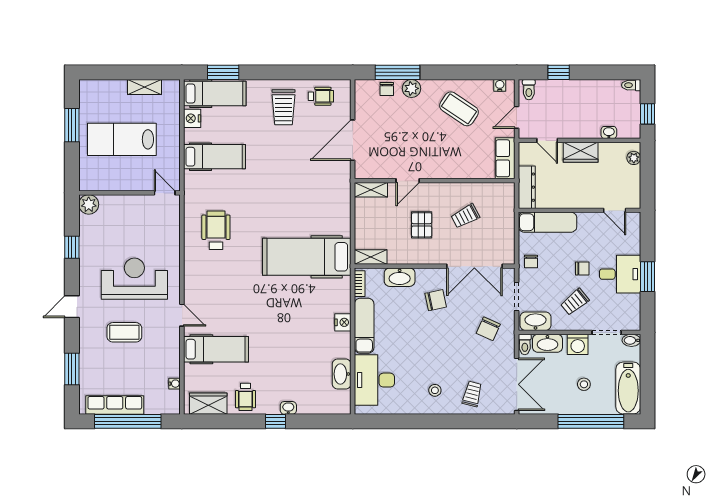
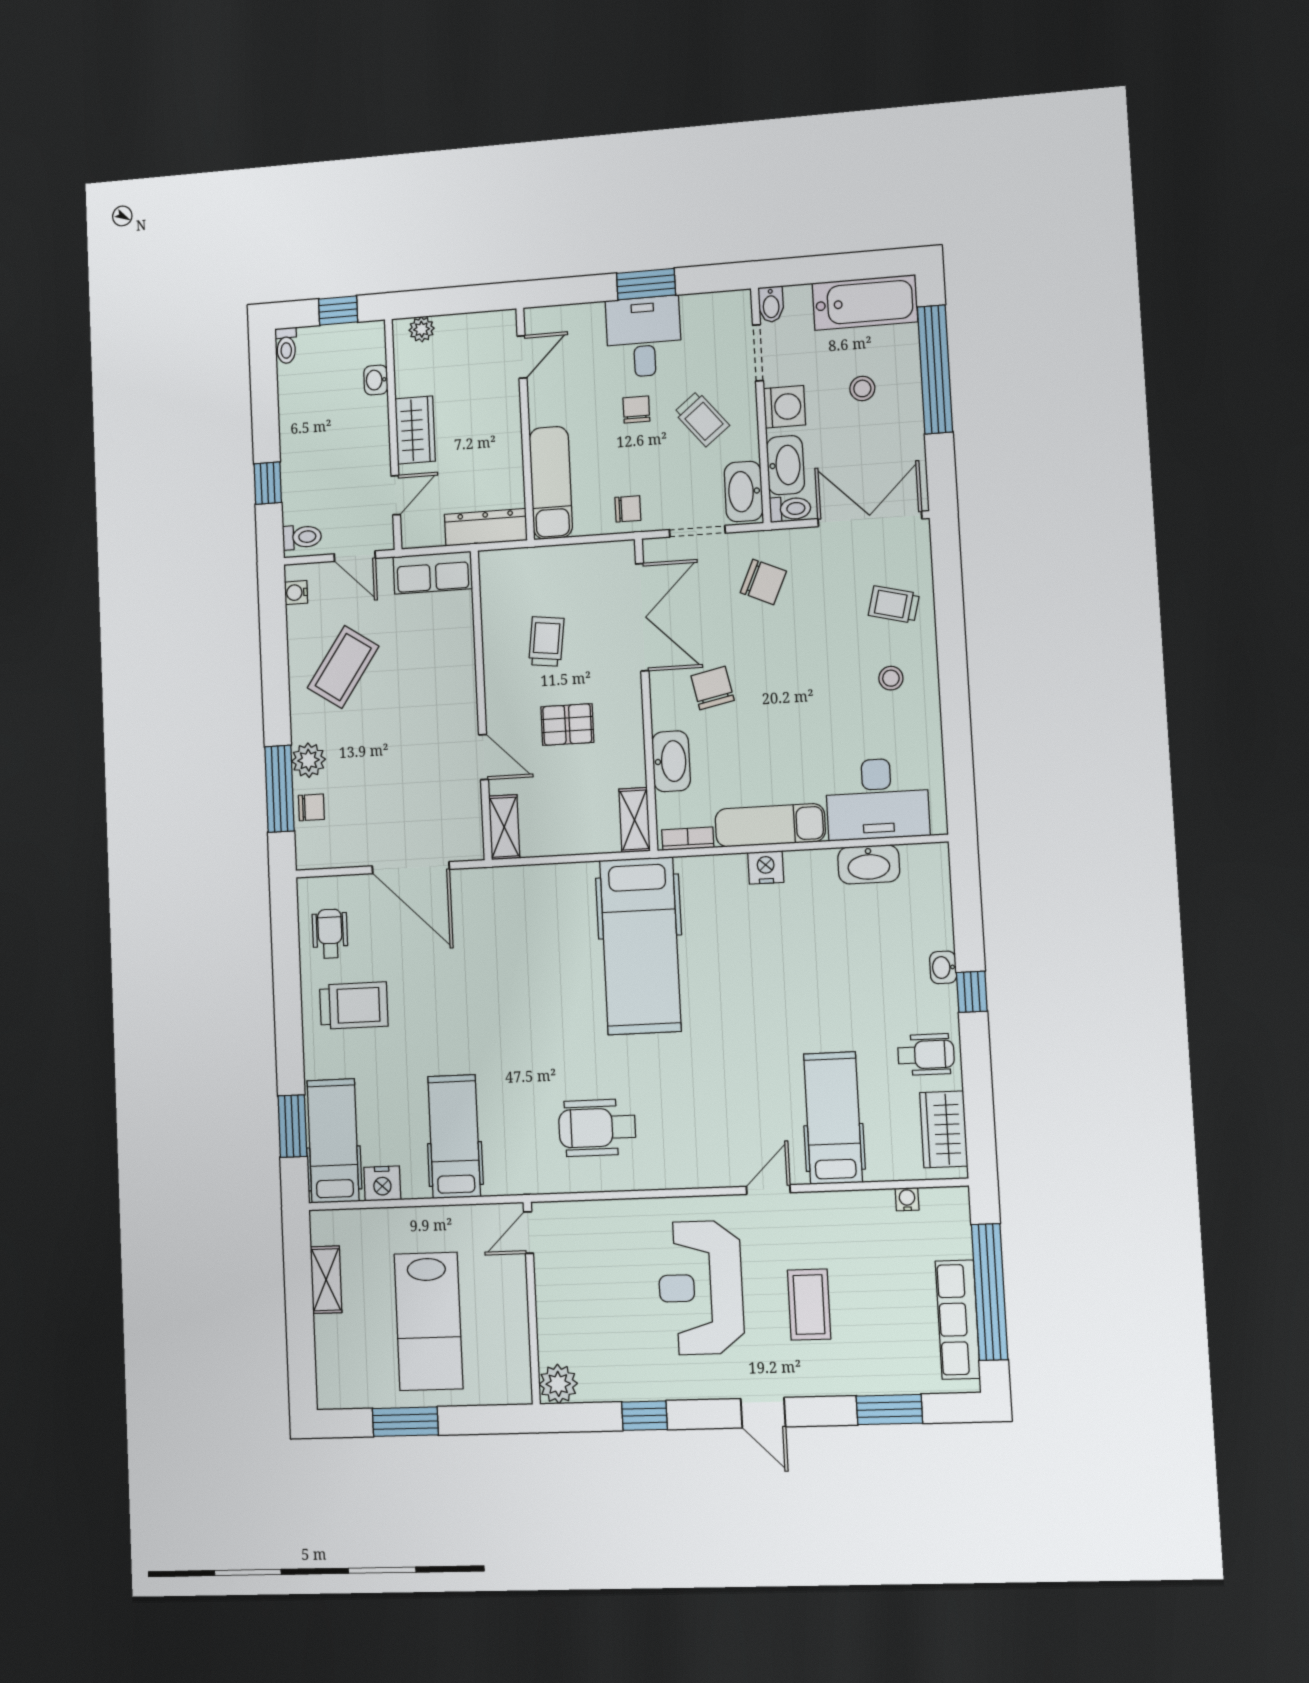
trolley: (465, 216) -> (546, 641), turned -145

